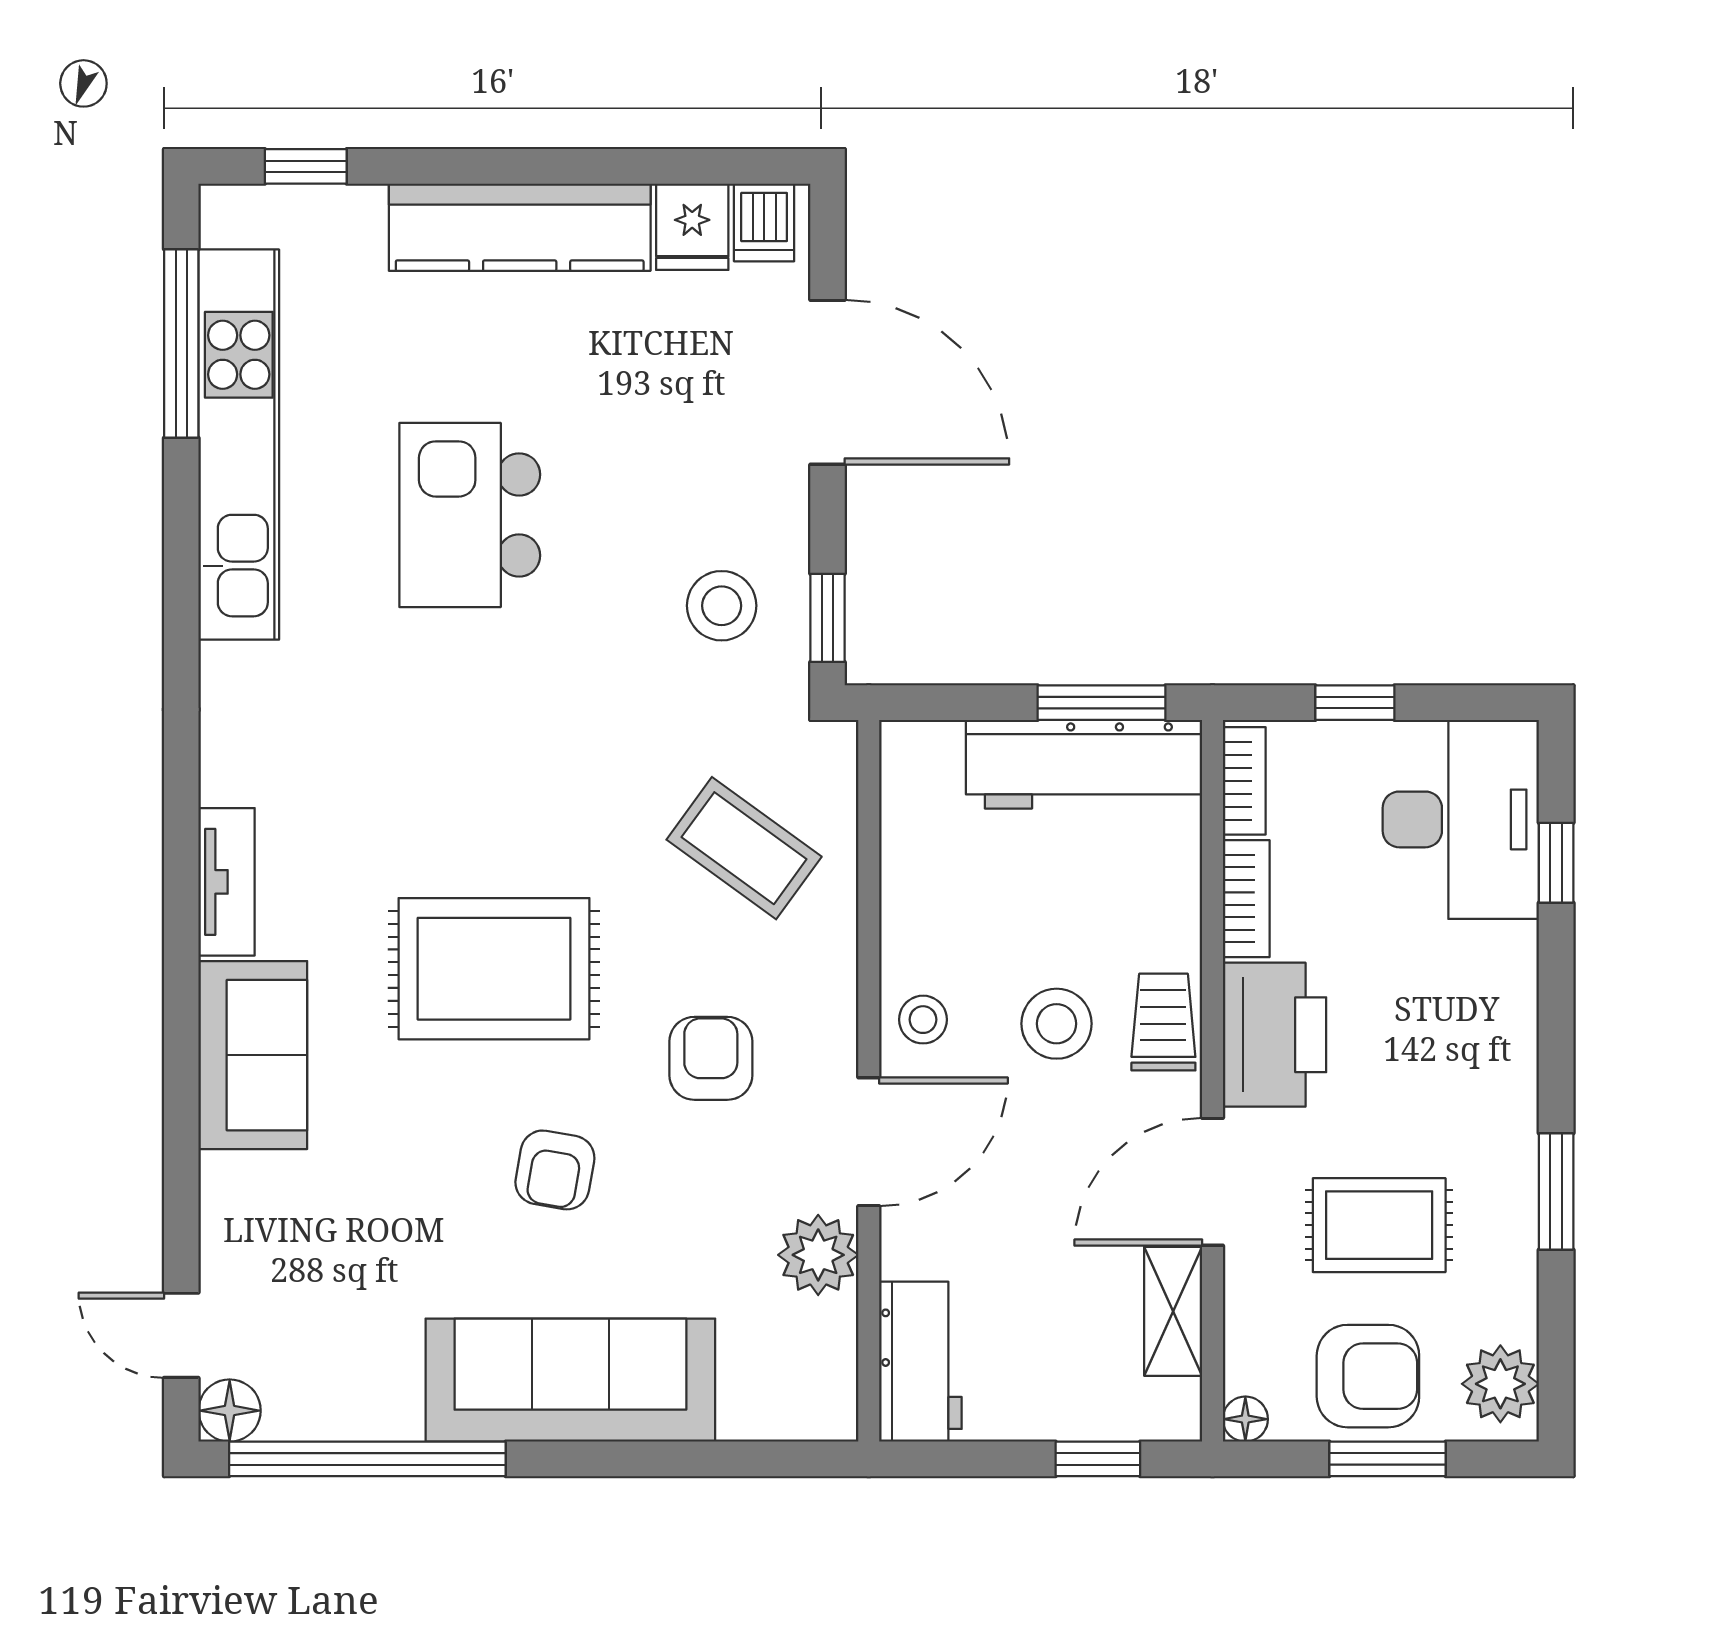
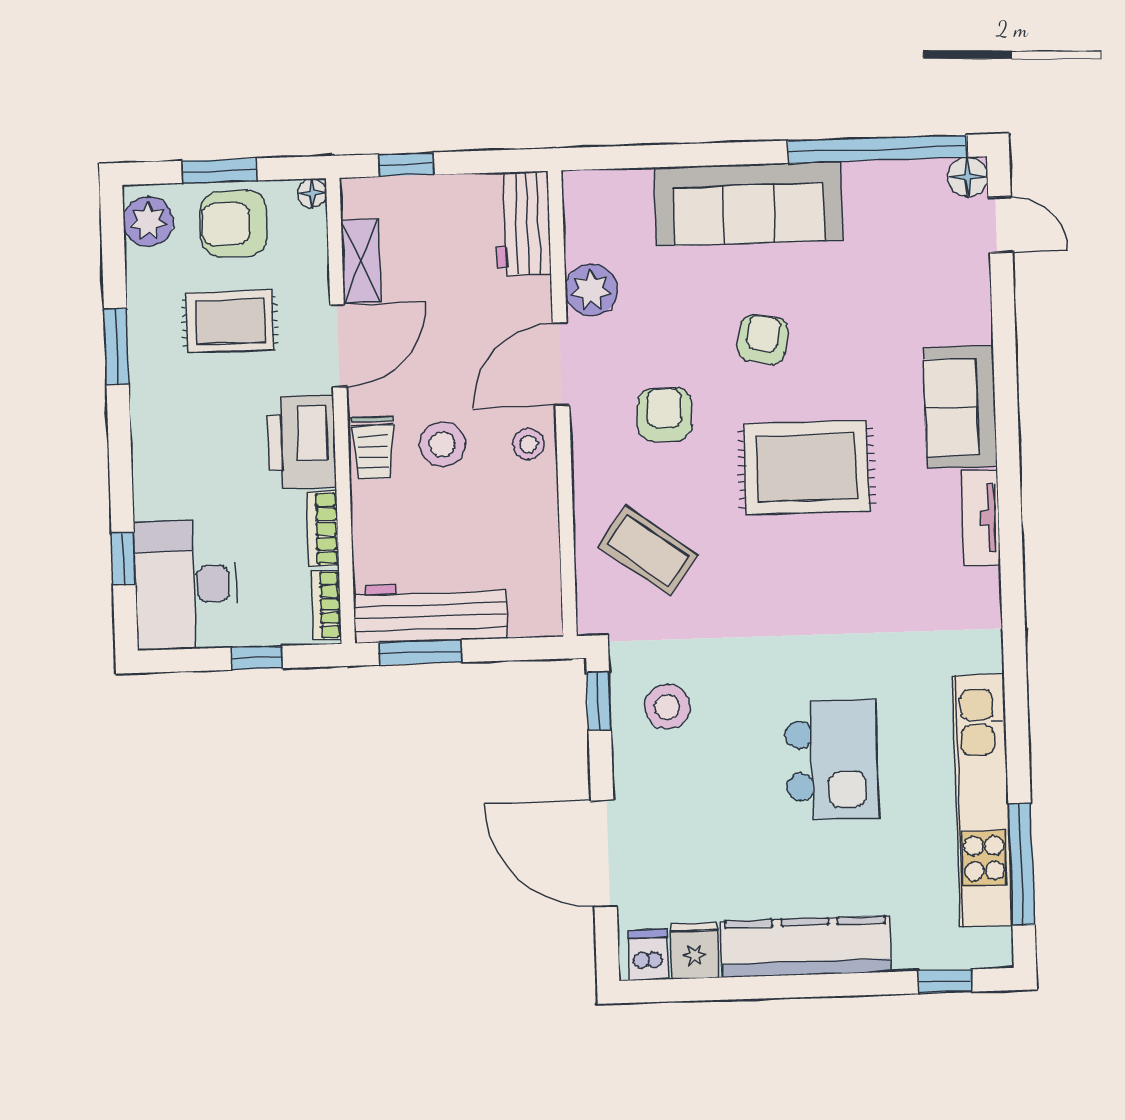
armchair: (711, 1058) -> (665, 415), turned 180

